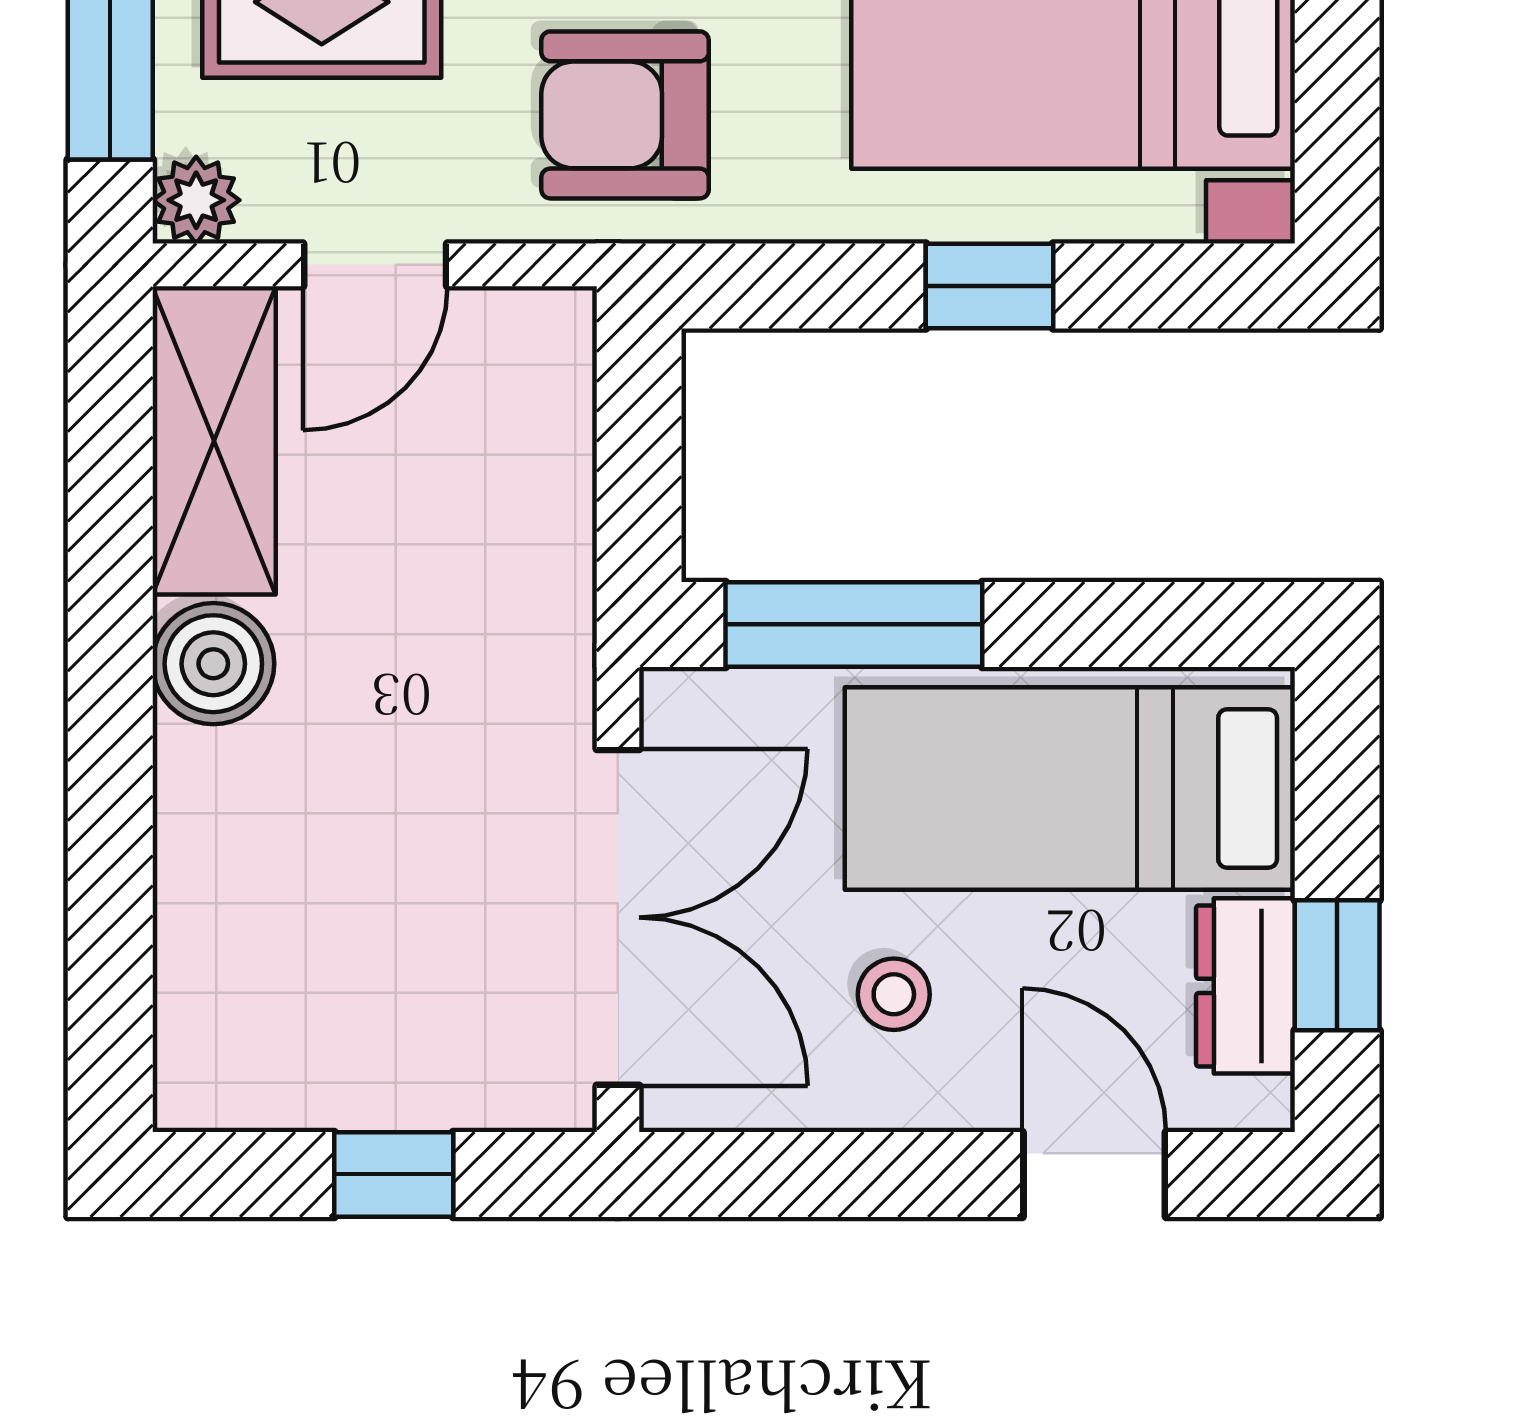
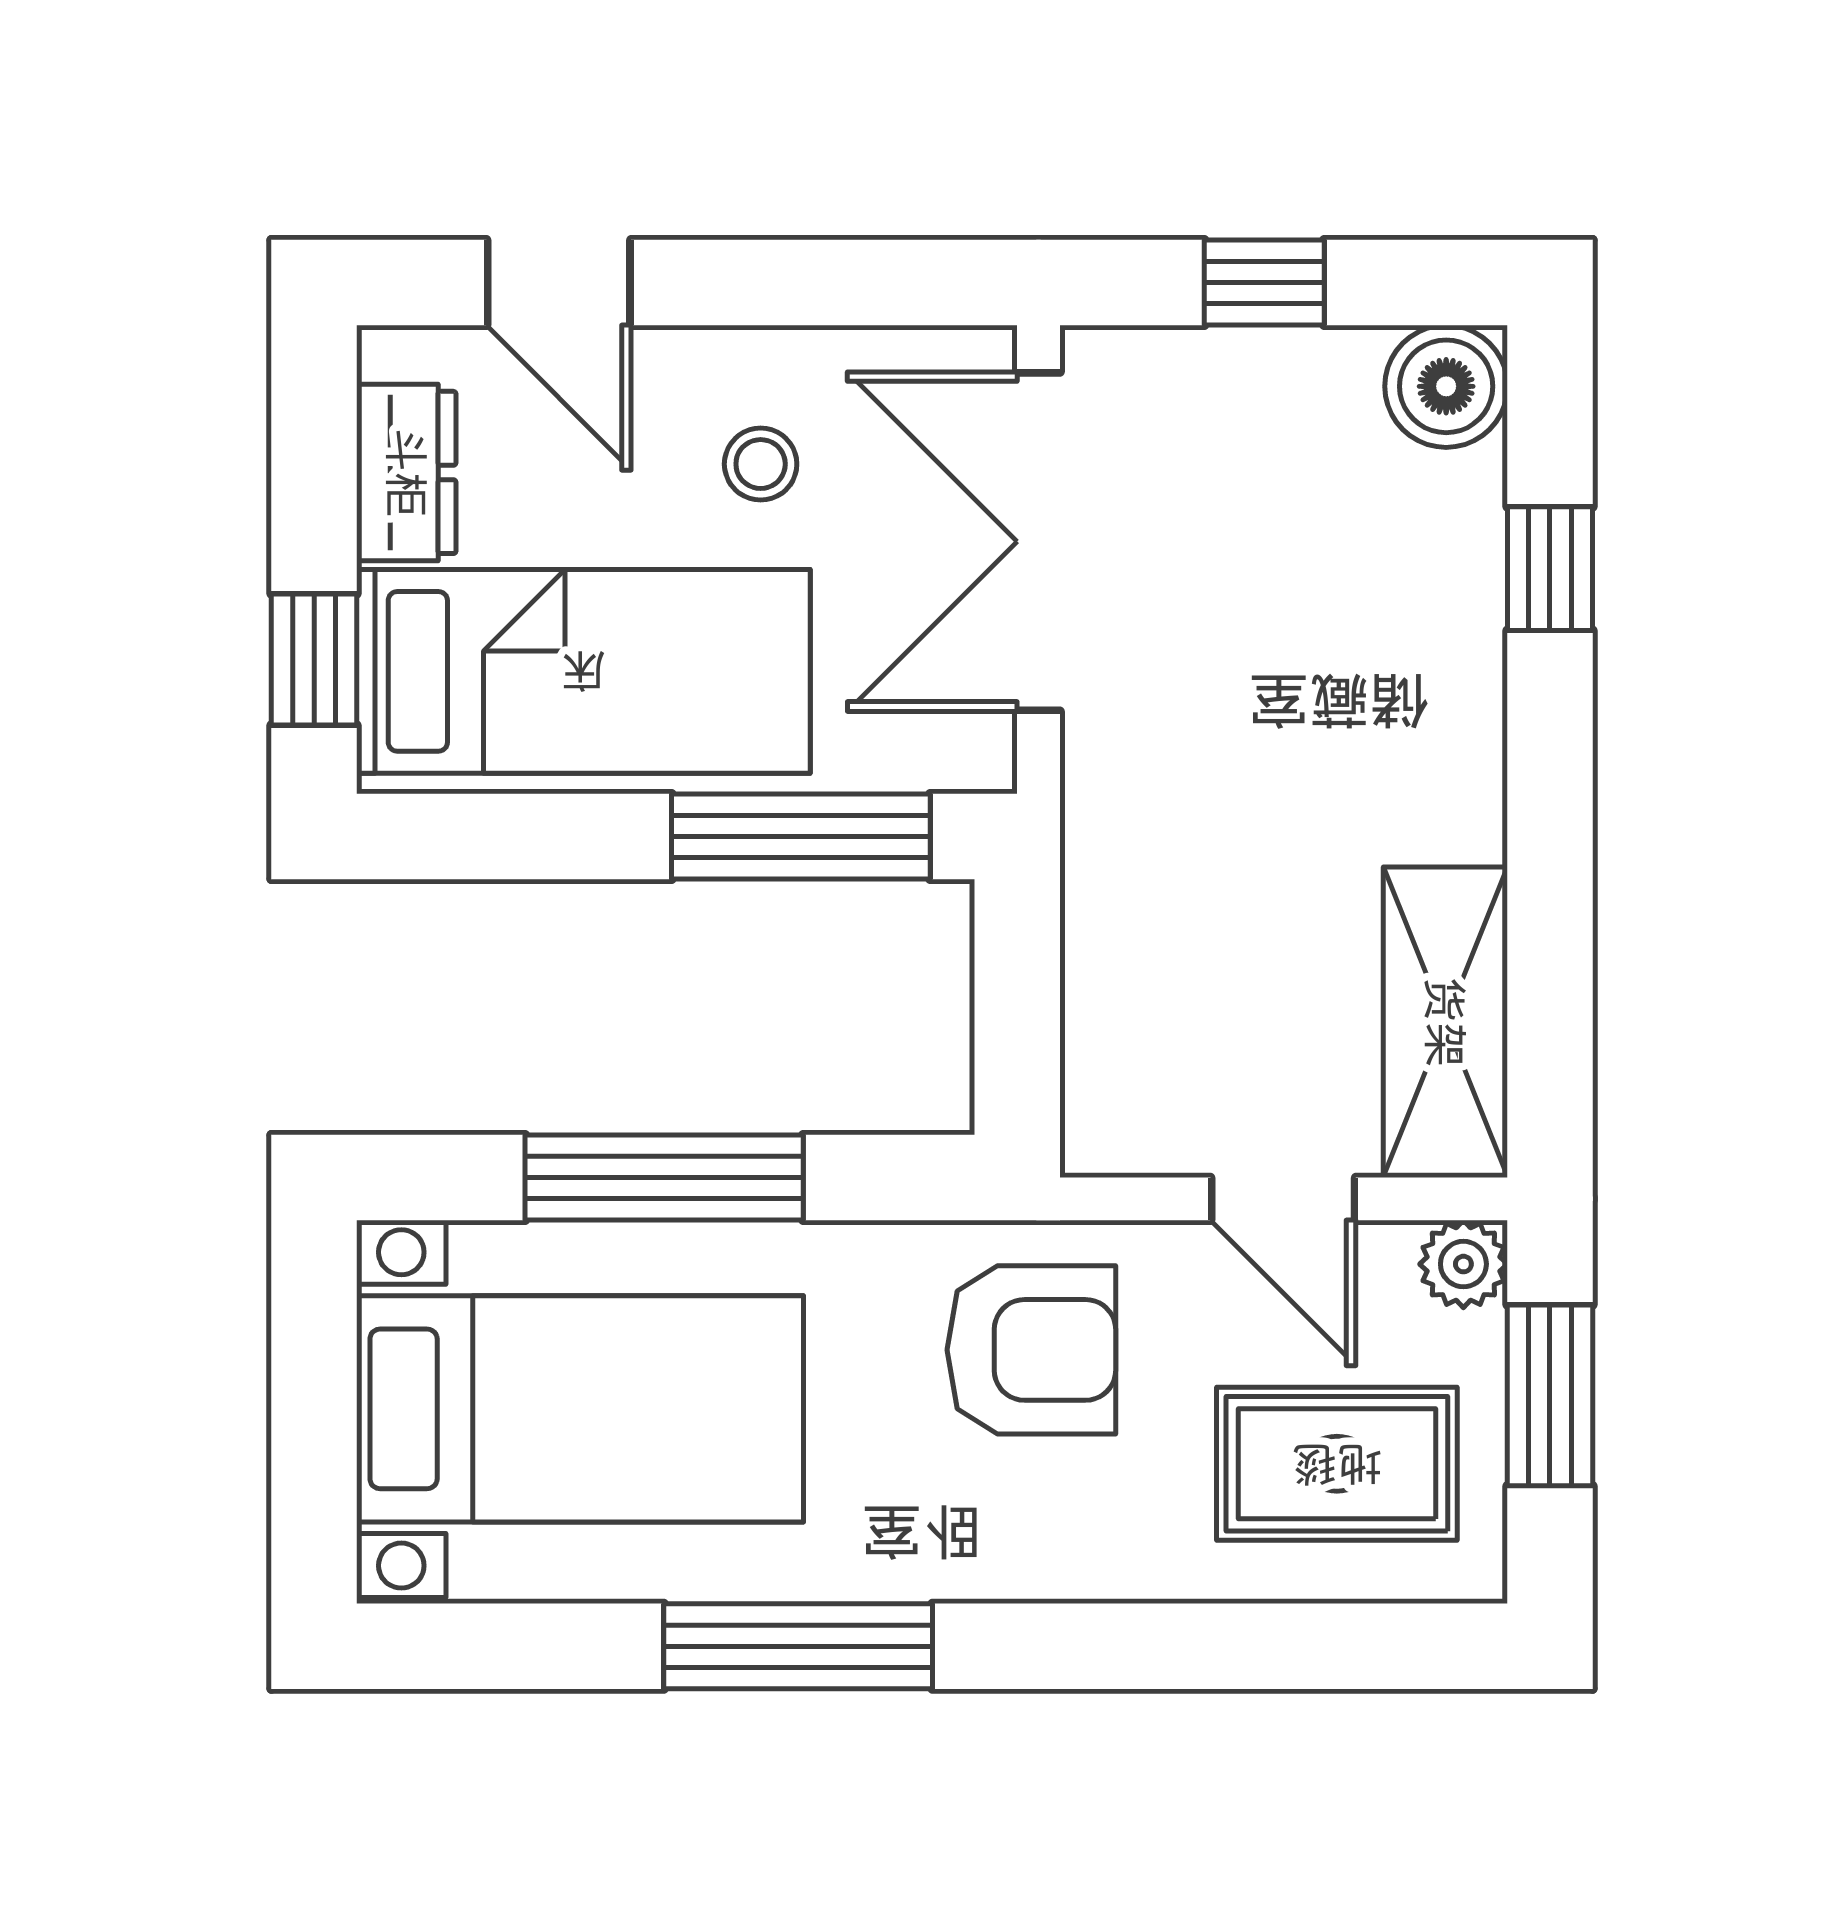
door: (375, 265) -> (1283, 1199), swing flipped
window: (990, 286) -> (664, 1178), width x2.17
boiler: (213, 664) -> (1446, 386), moved
window: (110, 890) -> (1550, 569), added
window: (1337, 965) -> (314, 660), moved

